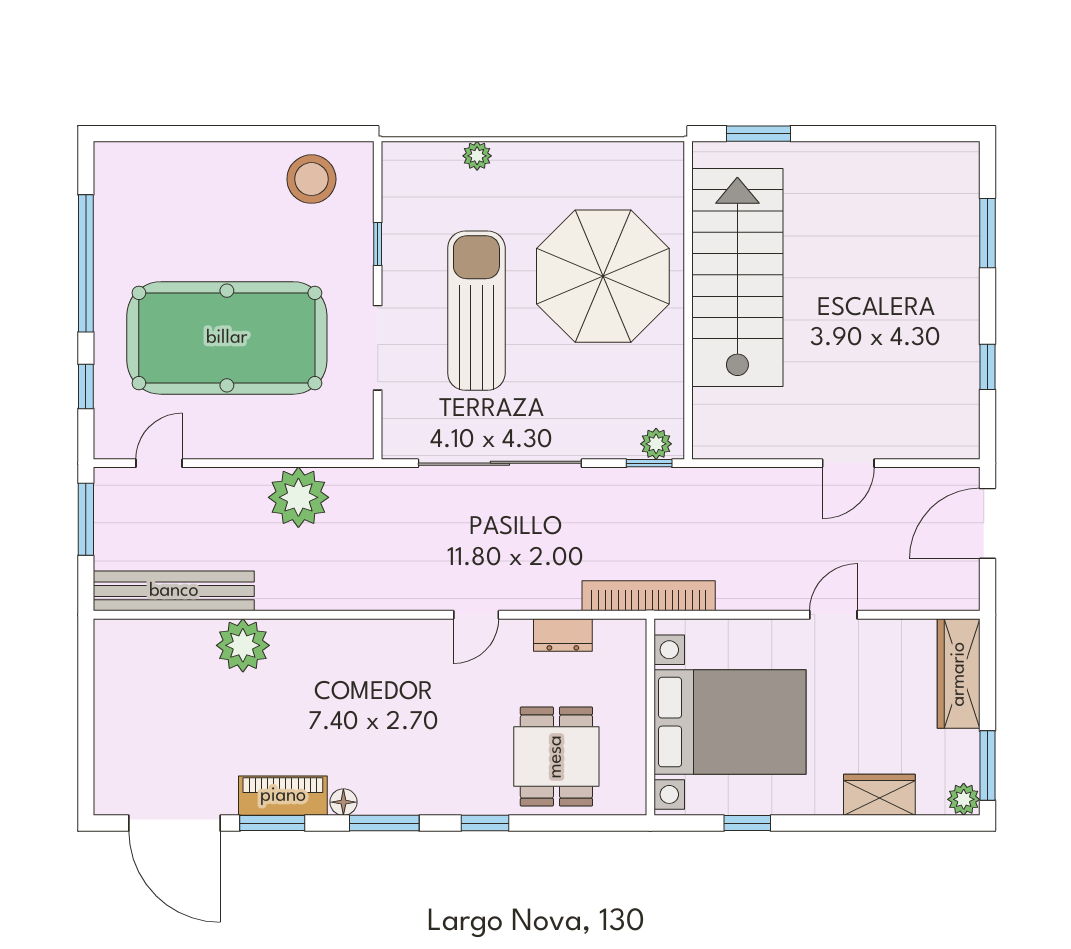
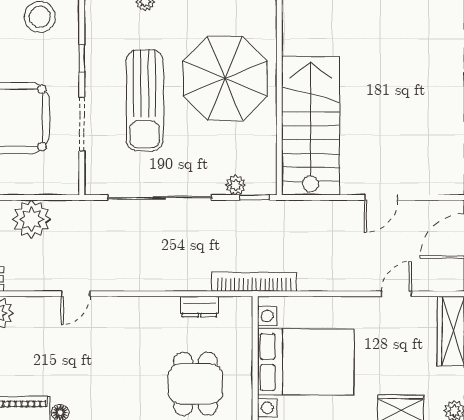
stairs: (737, 277) -> (311, 126), moved
sun lounger: (476, 311) -> (145, 100), turned 180
plant: (656, 444) -> (236, 185), moved
door: (476, 615) -> (76, 294), moved
door: (833, 615) -> (396, 294), moved

